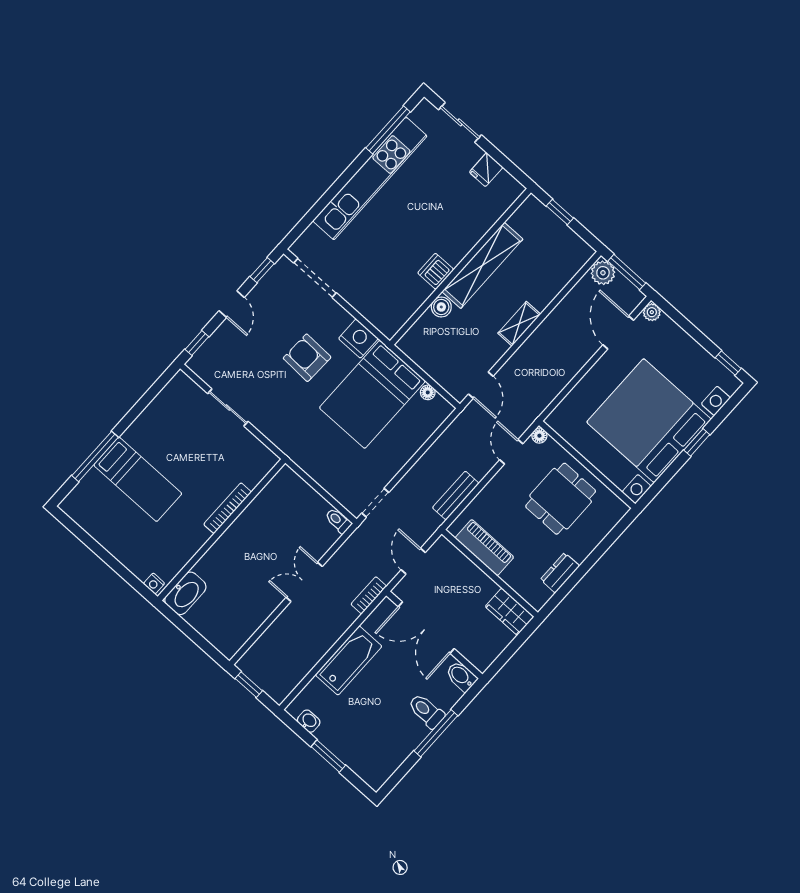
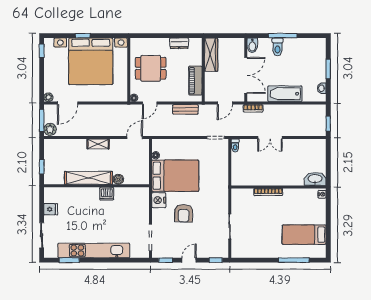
window: (388, 130) -> (69, 260), width x0.69
bed: (138, 479) -> (304, 235), moved, turned -90
wardrobe: (510, 612) -> (211, 55), width x1.50

